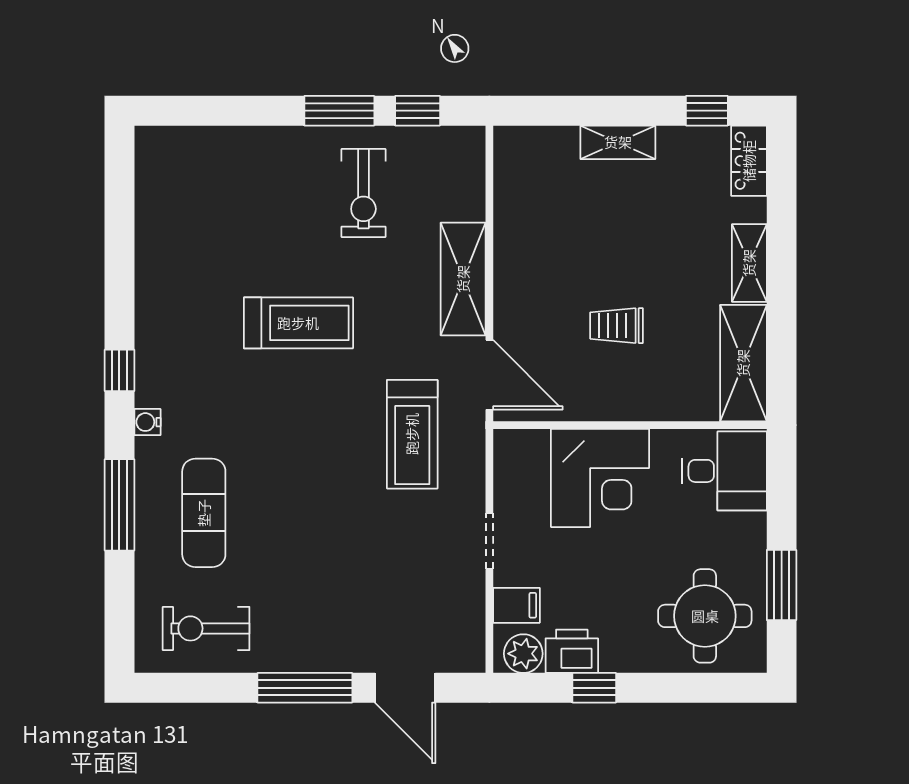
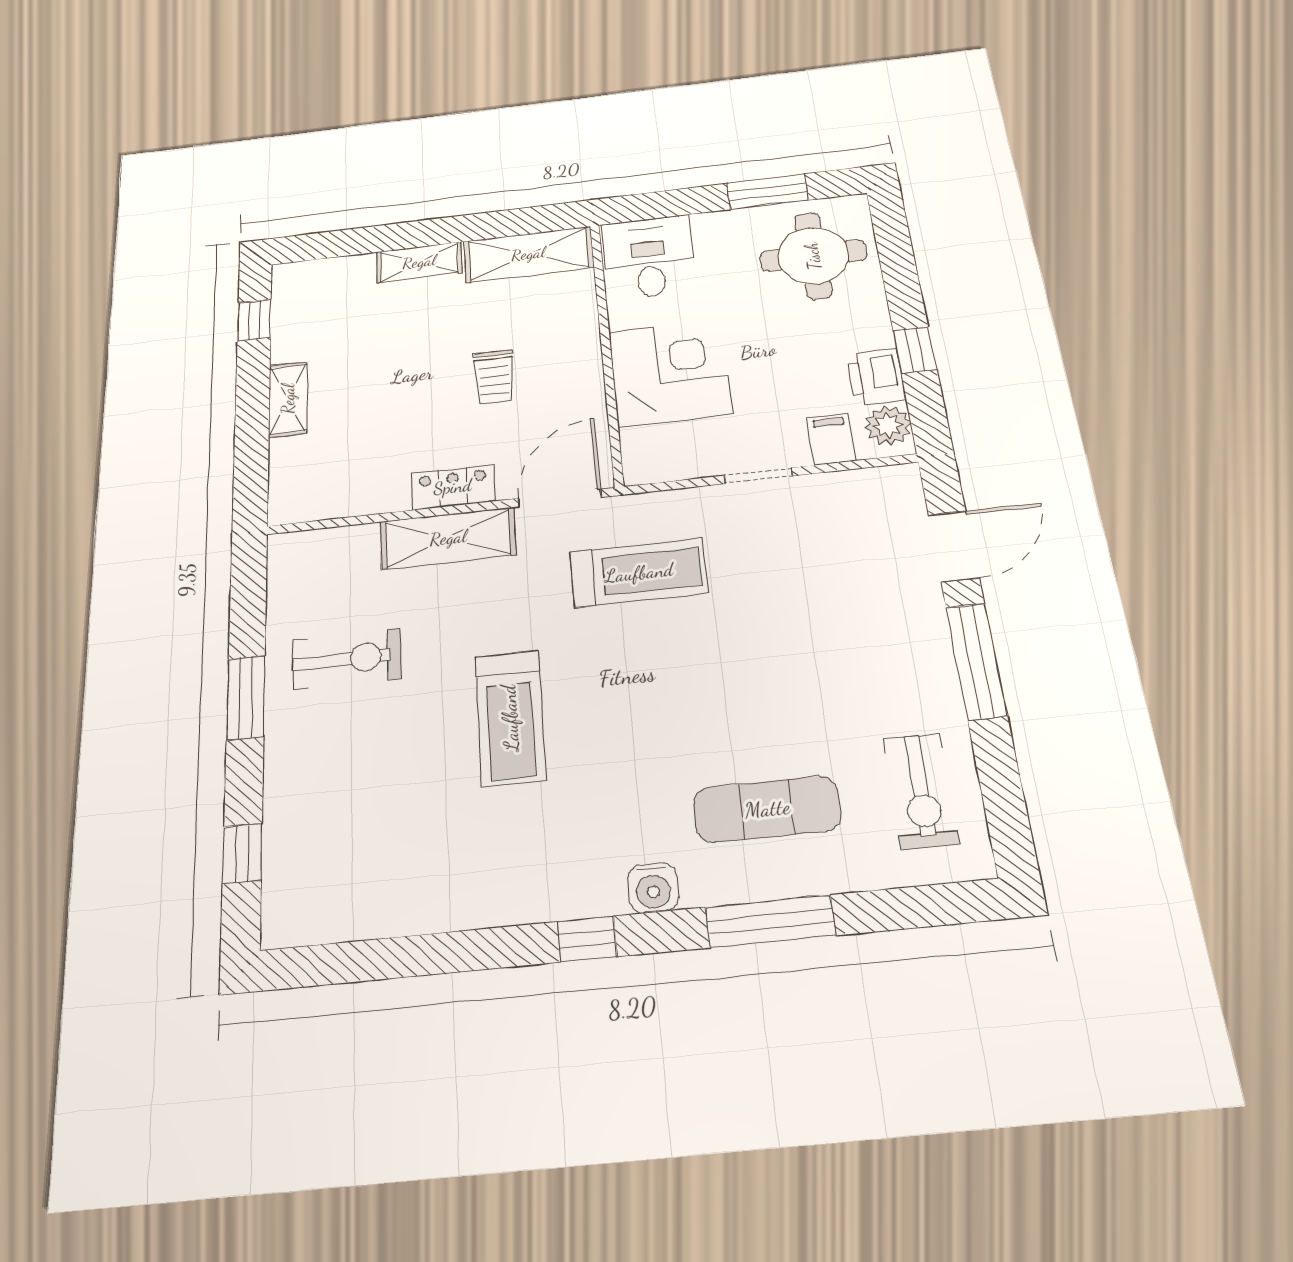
window: (418, 111) -> (242, 853), moved
locker: (749, 161) -> (453, 487), moved, turned 180
treadmill: (298, 323) -> (510, 718), turned 180
water cooler: (147, 422) -> (653, 888), width x1.38, depth x1.38

